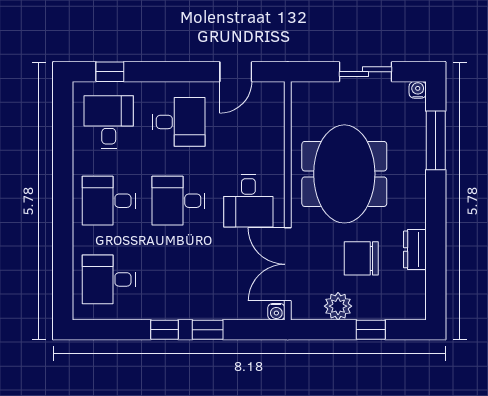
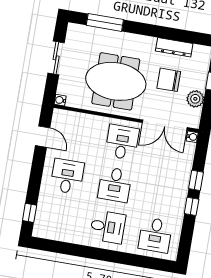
water cooler: (418, 90) -> (60, 100), moved
desk: (109, 122) -> (60, 219), removed
desk: (109, 201) -> (108, 227), turned -90
desk: (248, 201) -> (122, 142), turned -90
dresser: (415, 249) -> (174, 47), width x1.44
chair: (361, 258) -> (169, 80), turned 90

